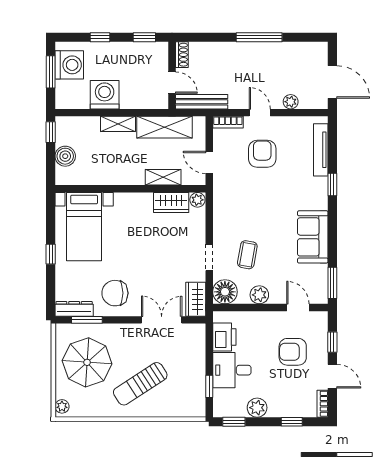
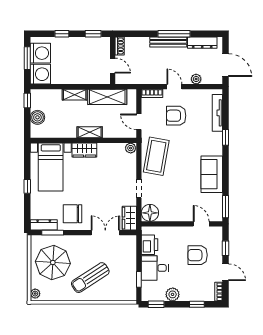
dresser: (299, 50) -> (202, 43), added
washing machine: (105, 95) -> (40, 74), moved, turned 90
bench: (202, 102) -> (168, 42), moved
armchair: (262, 154) -> (176, 116), turned -90
shelving: (163, 177) -> (90, 132), moved
wardrobe: (171, 202) -> (84, 150), moved
coffee table: (247, 255) -> (156, 156), moved, width x1.86, depth x1.72
plant: (259, 295) -> (174, 215), removed

